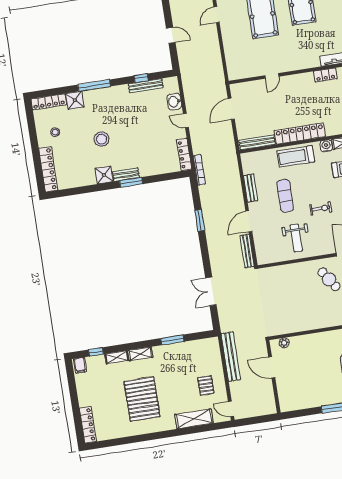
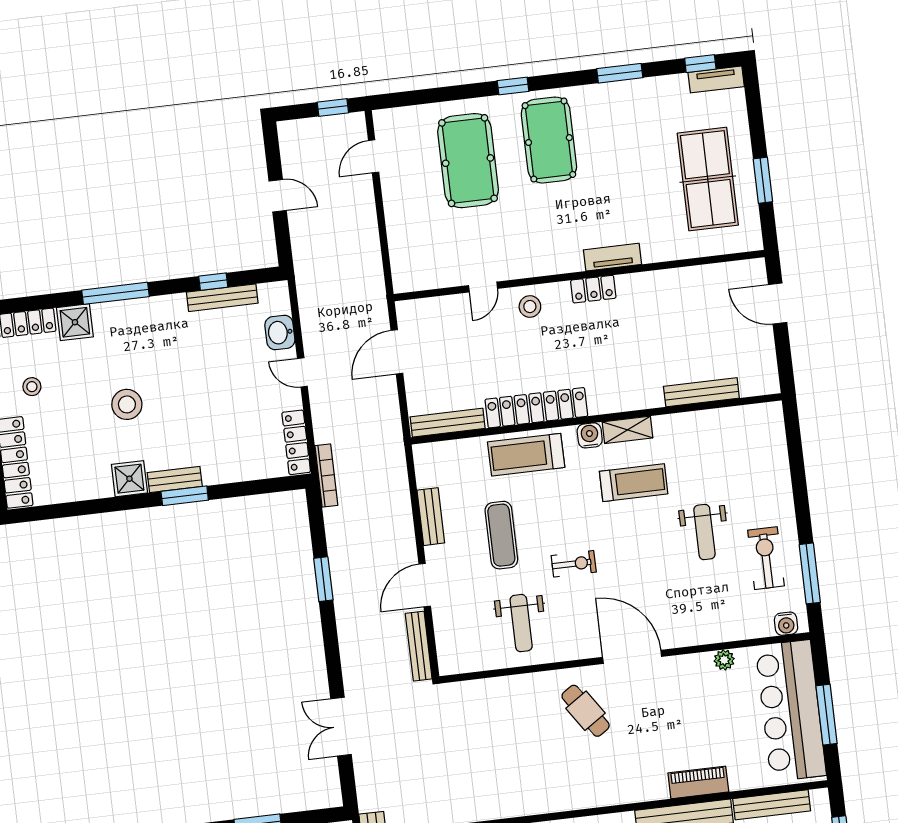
stool: (295, 85) -> (530, 307), added

